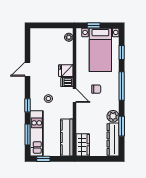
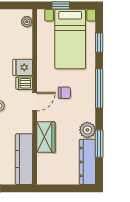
door: (75, 96) -> (35, 102), hinge flipped
wardrobe: (83, 145) -> (46, 137), moved

